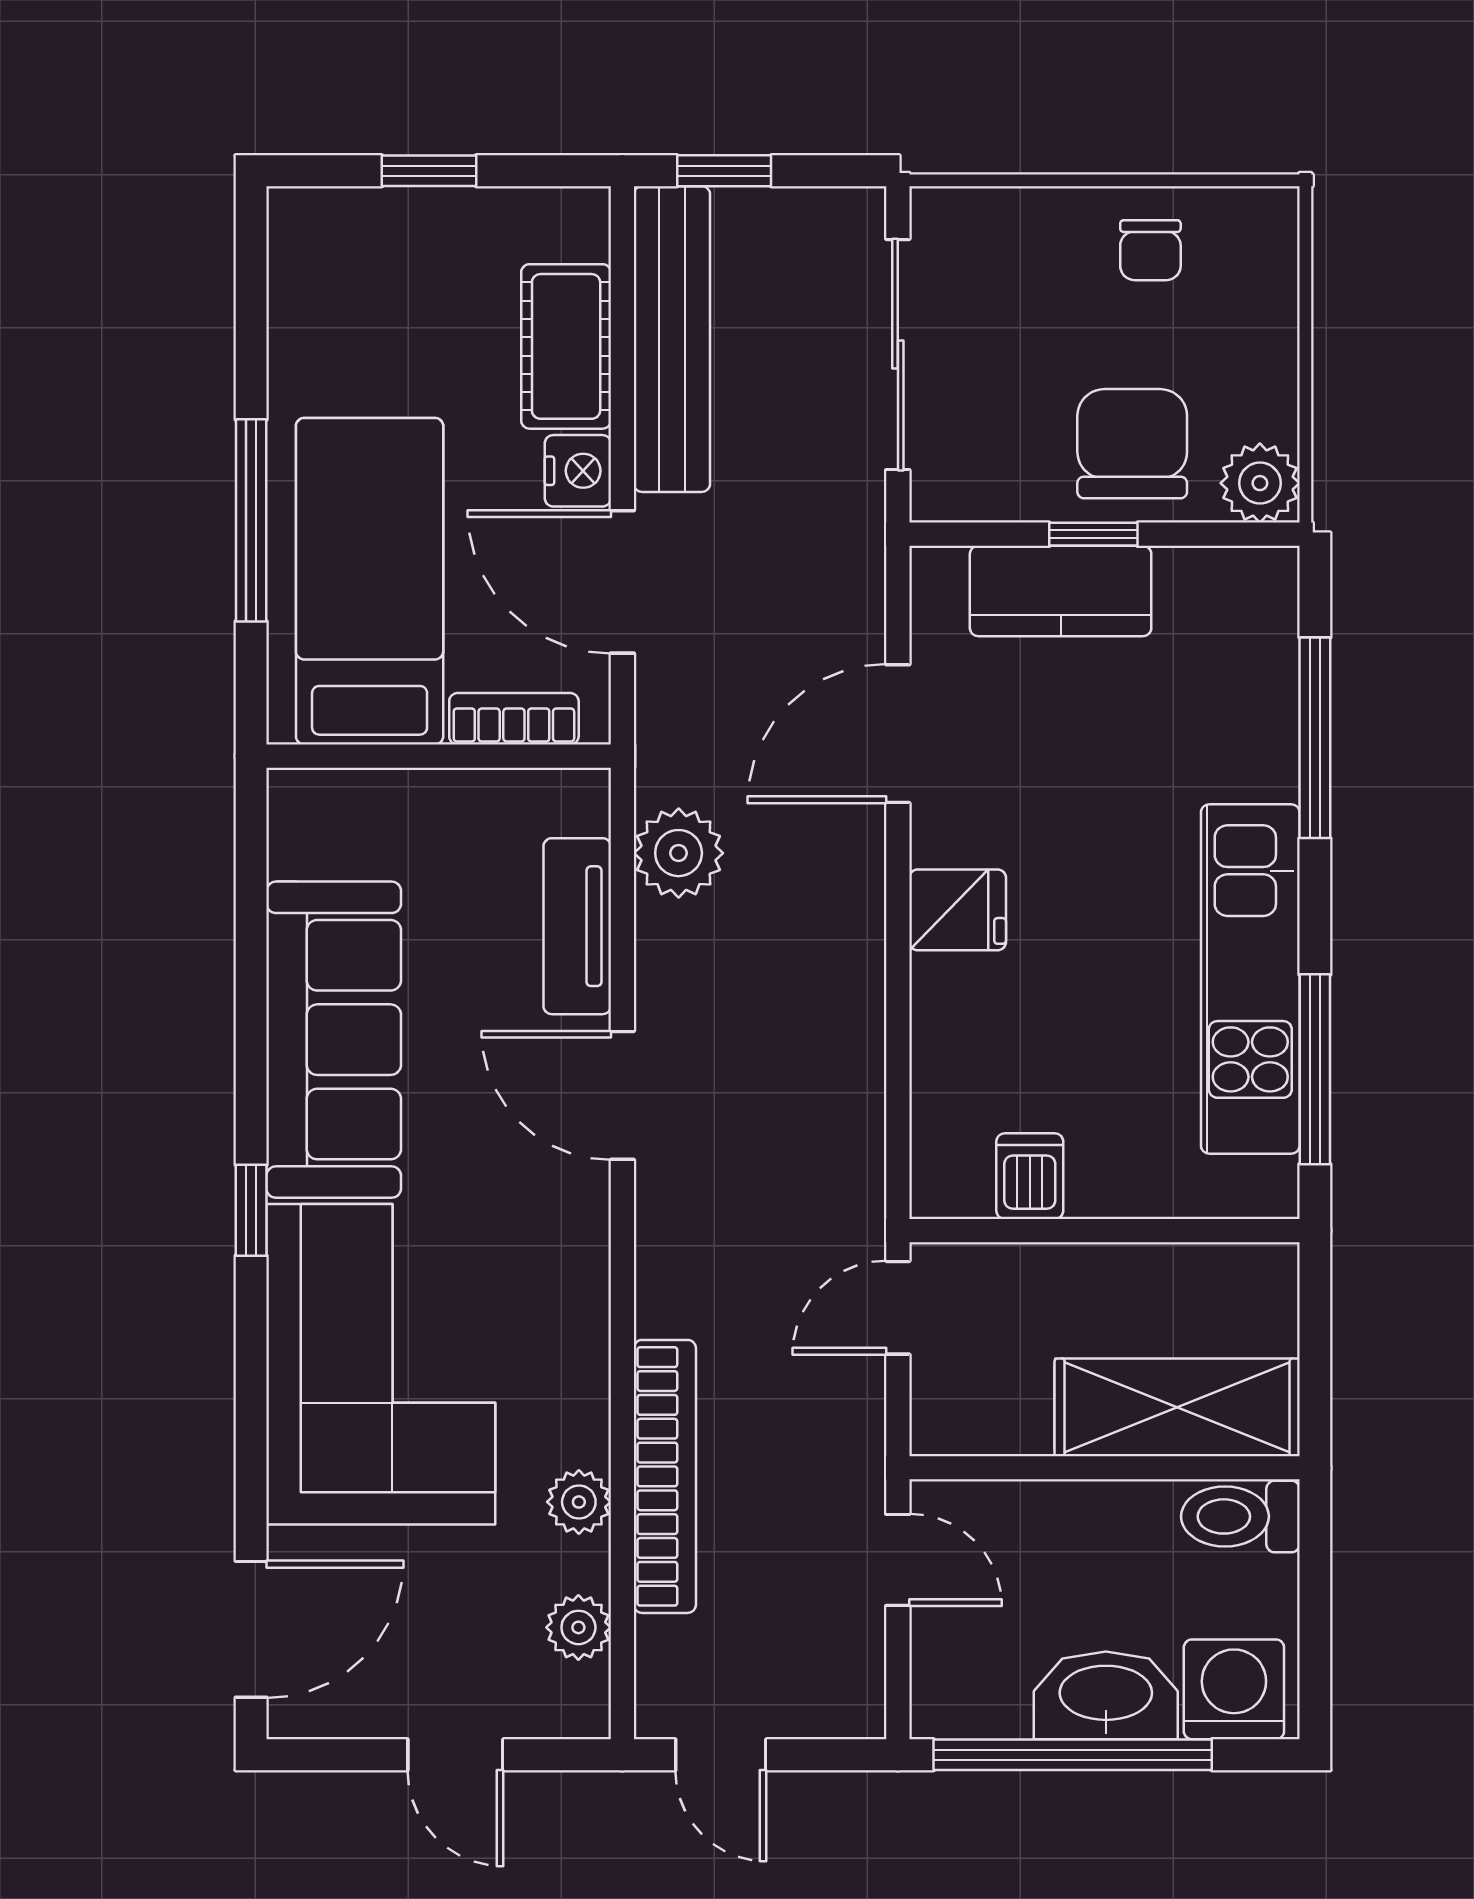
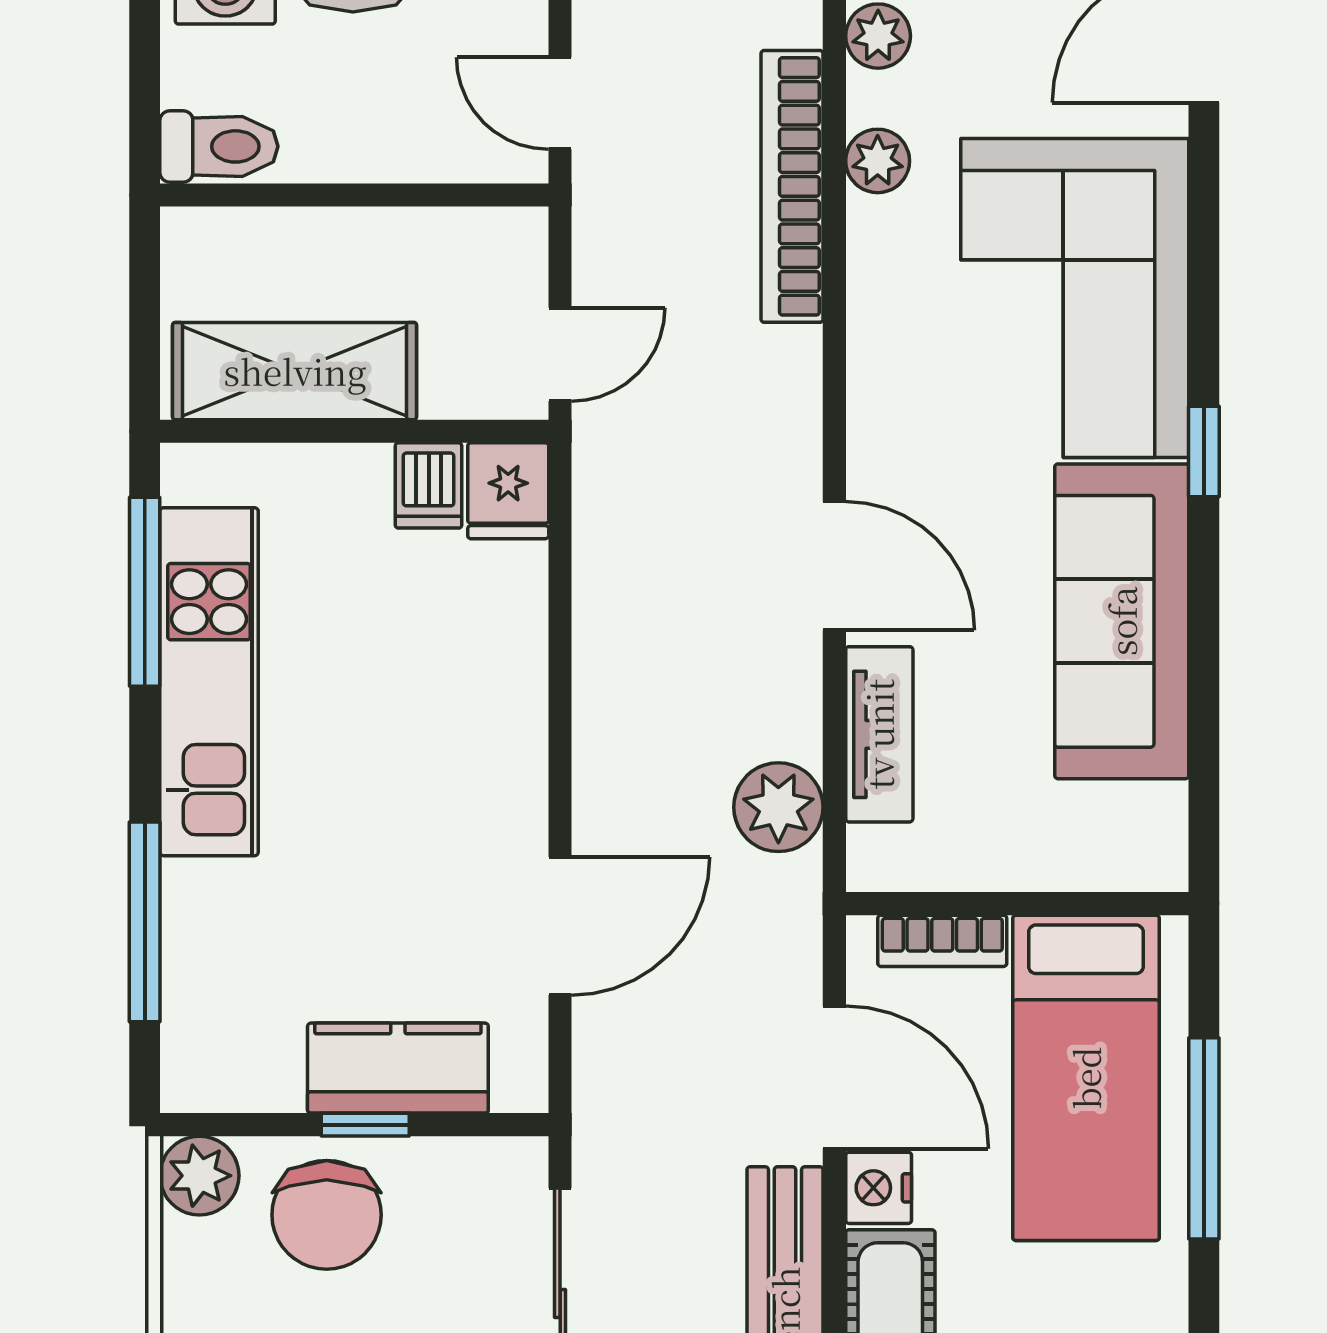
fridge: (958, 910) -> (508, 491), moved, turned -90
shelving: (1177, 1407) -> (295, 371), moved

